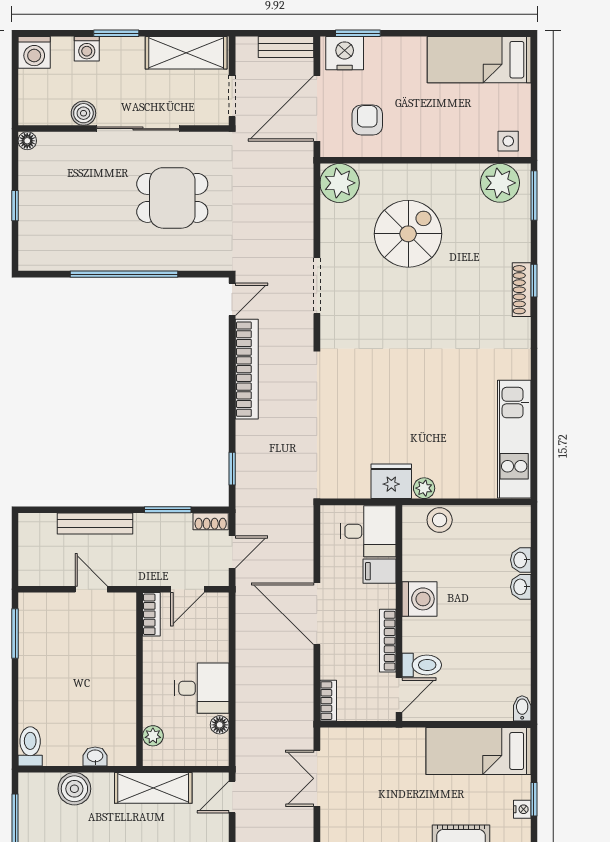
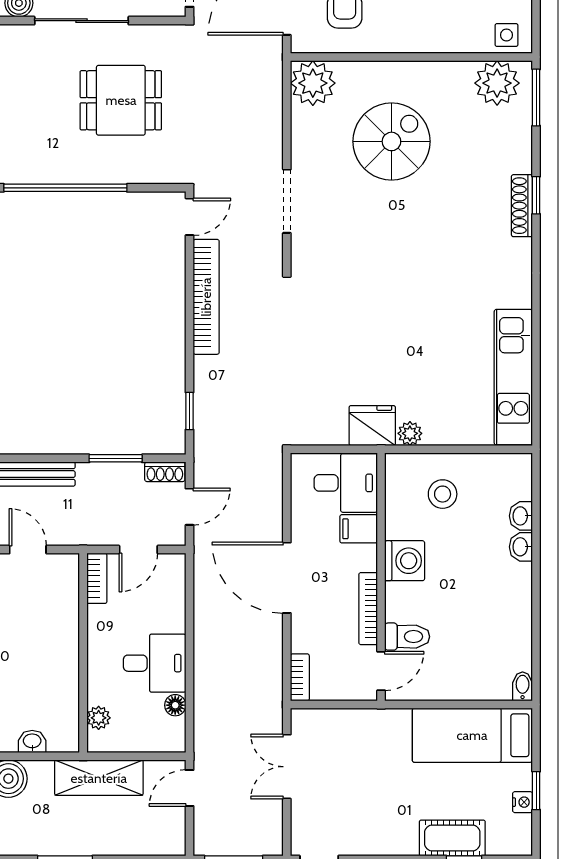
stool: (440, 520) -> (443, 494), moved

